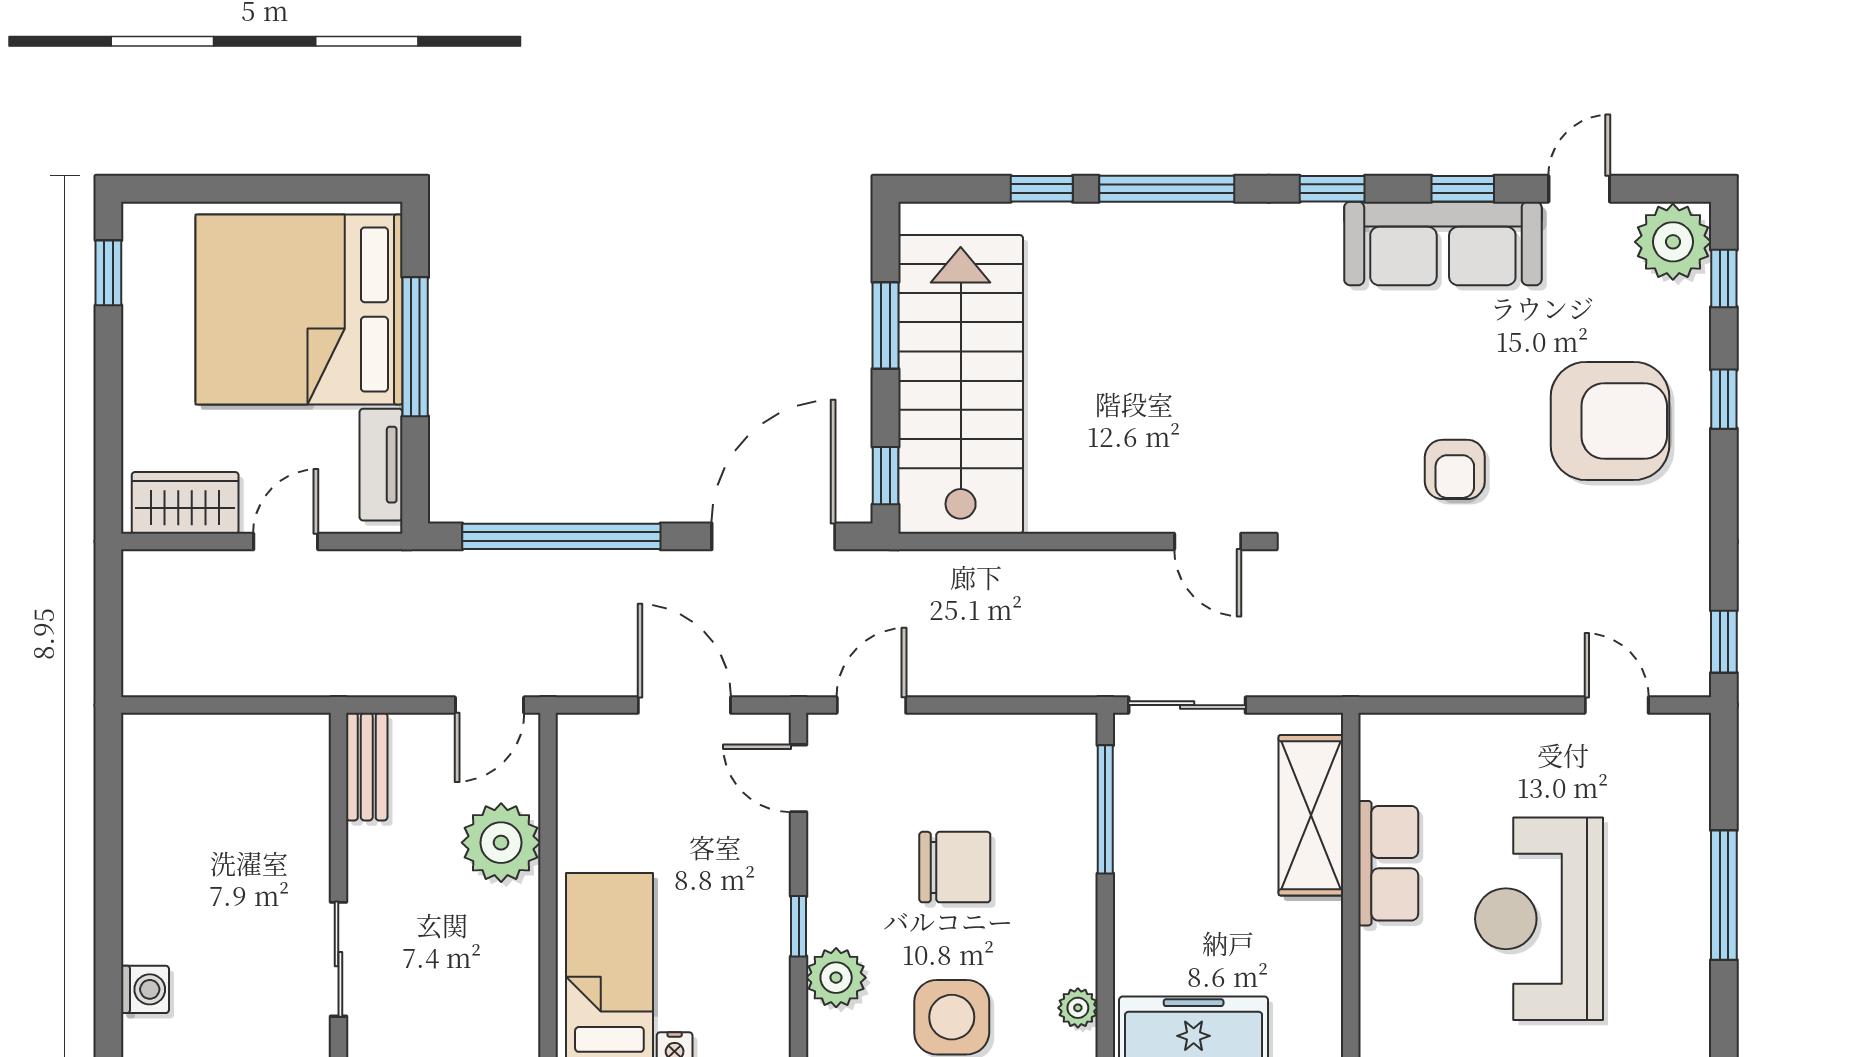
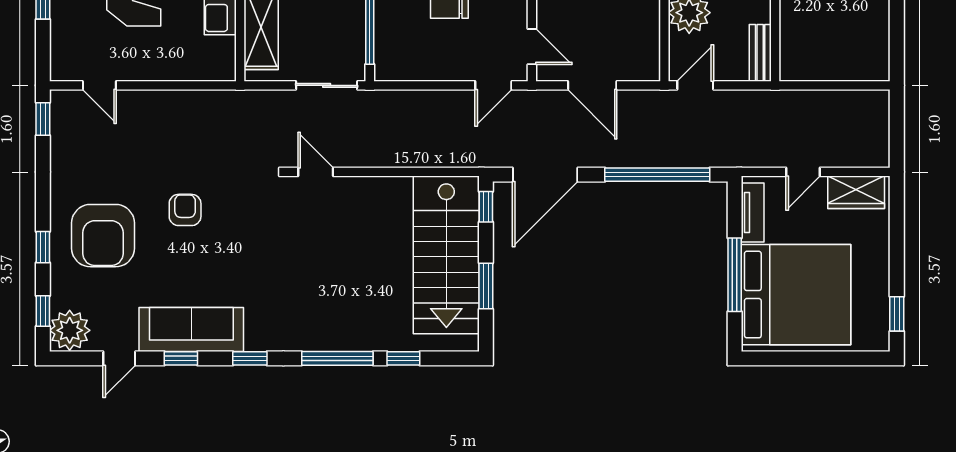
armchair: (1610, 421) -> (103, 236), turned -90

